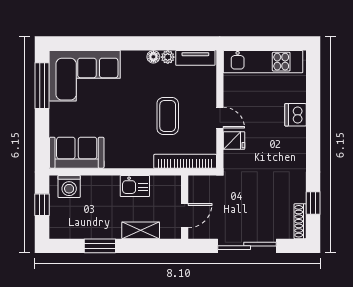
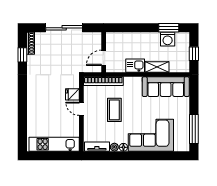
corner sofa: (85, 76) -> (151, 135), moved
dishwasher: (295, 115) -> (34, 111), removed
sofa: (77, 153) -> (166, 87), width x1.36
washing machine: (69, 186) -> (168, 39), moved, turned 180
door: (185, 216) -> (104, 58), moved
shelving: (141, 230) -> (157, 67), moved
window: (100, 246) -> (169, 28), moved

